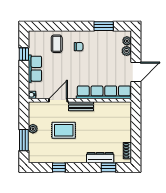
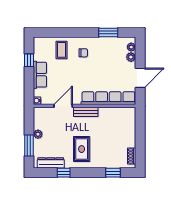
rug: (64, 130) -> (82, 149), moved, turned 90
dresser: (100, 158) -> (51, 163), moved

